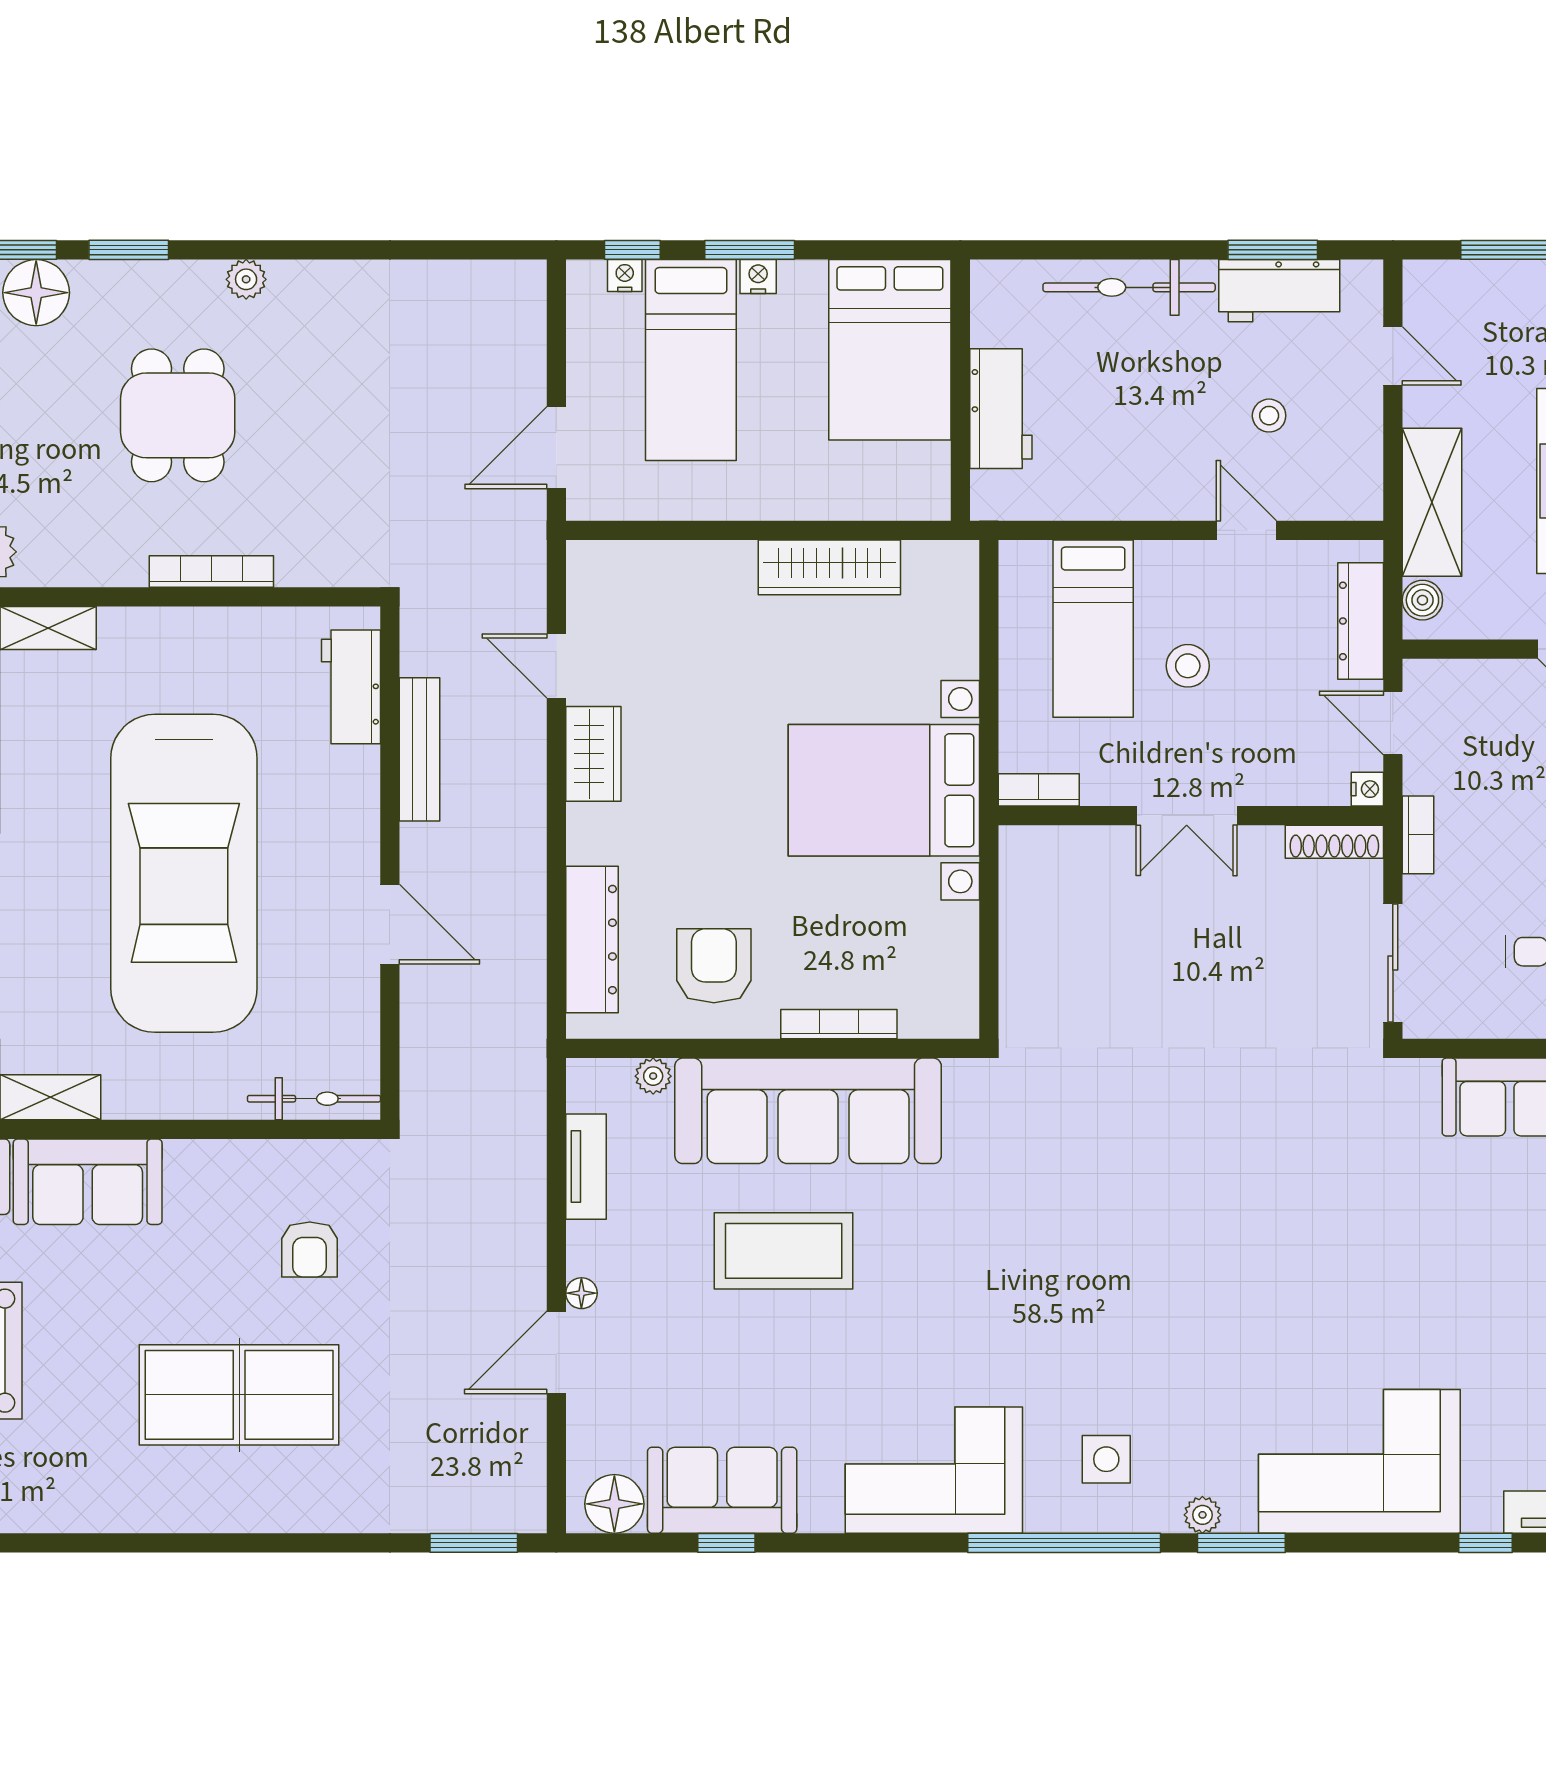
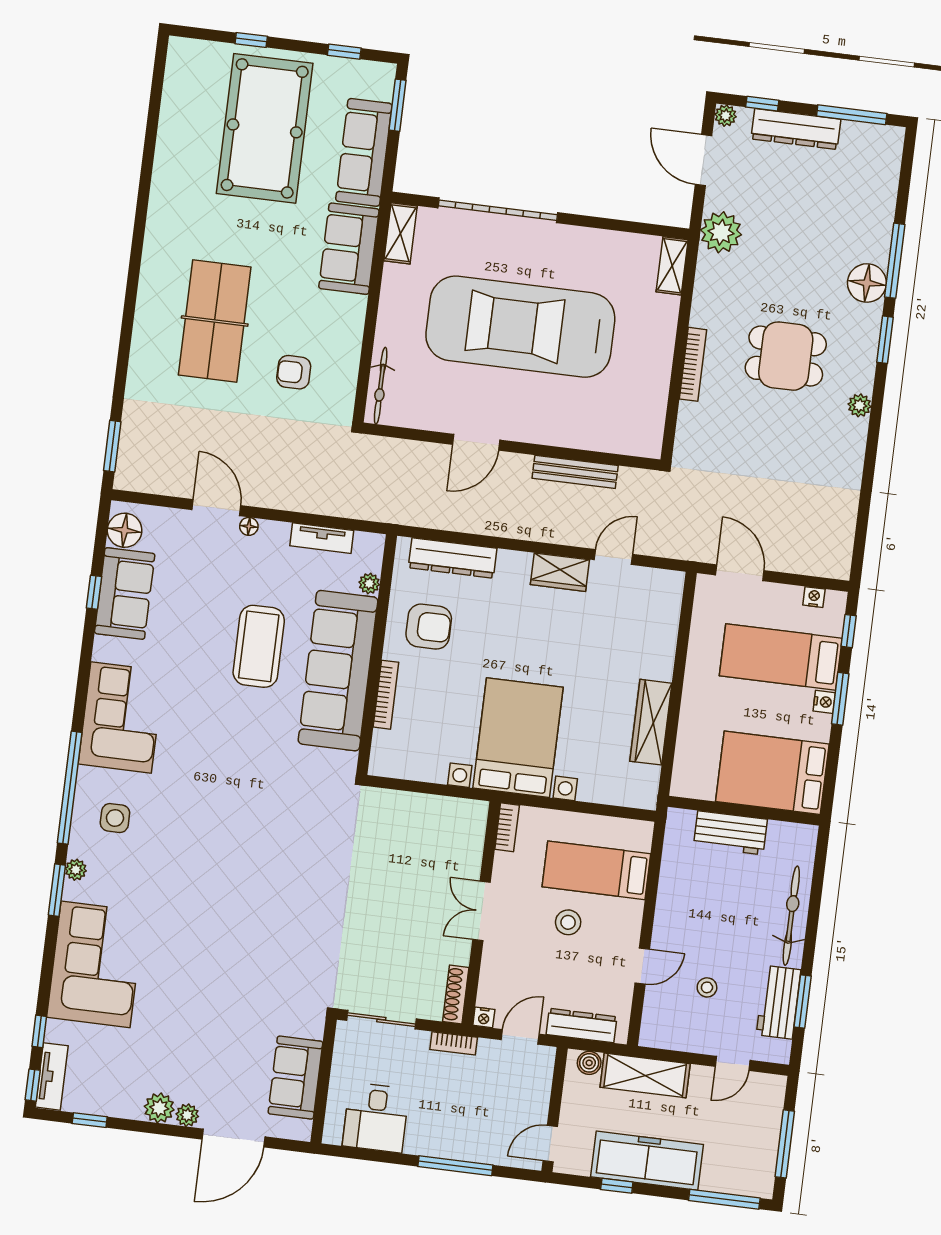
nightstand: (625, 276) -> (814, 597), moved, turned -90
workbench: (351, 687) -> (616, 437), removed

